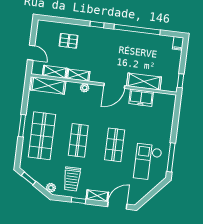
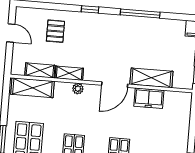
window: (137, 29) -> (140, 13), width x0.68
pallet: (69, 41) -> (55, 31), turned 90
door: (31, 53) -> (11, 33), moved

